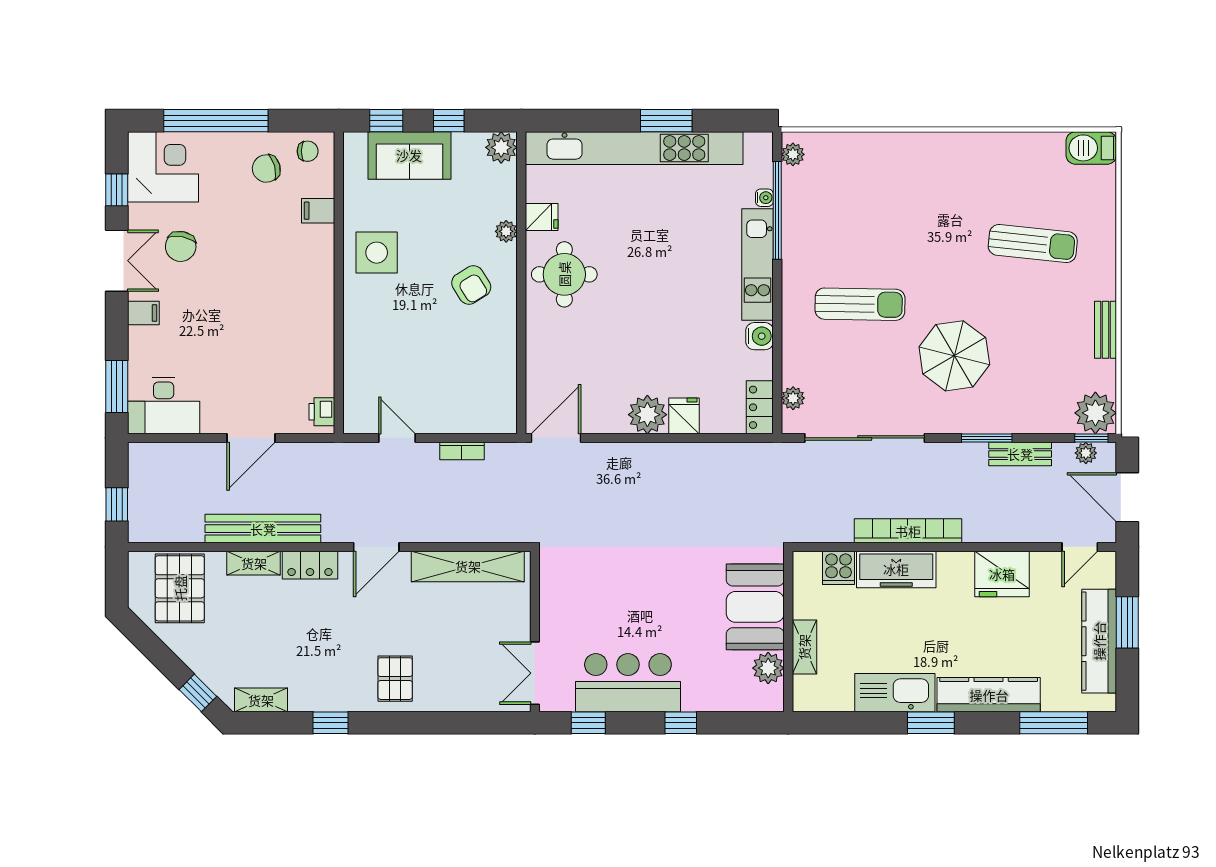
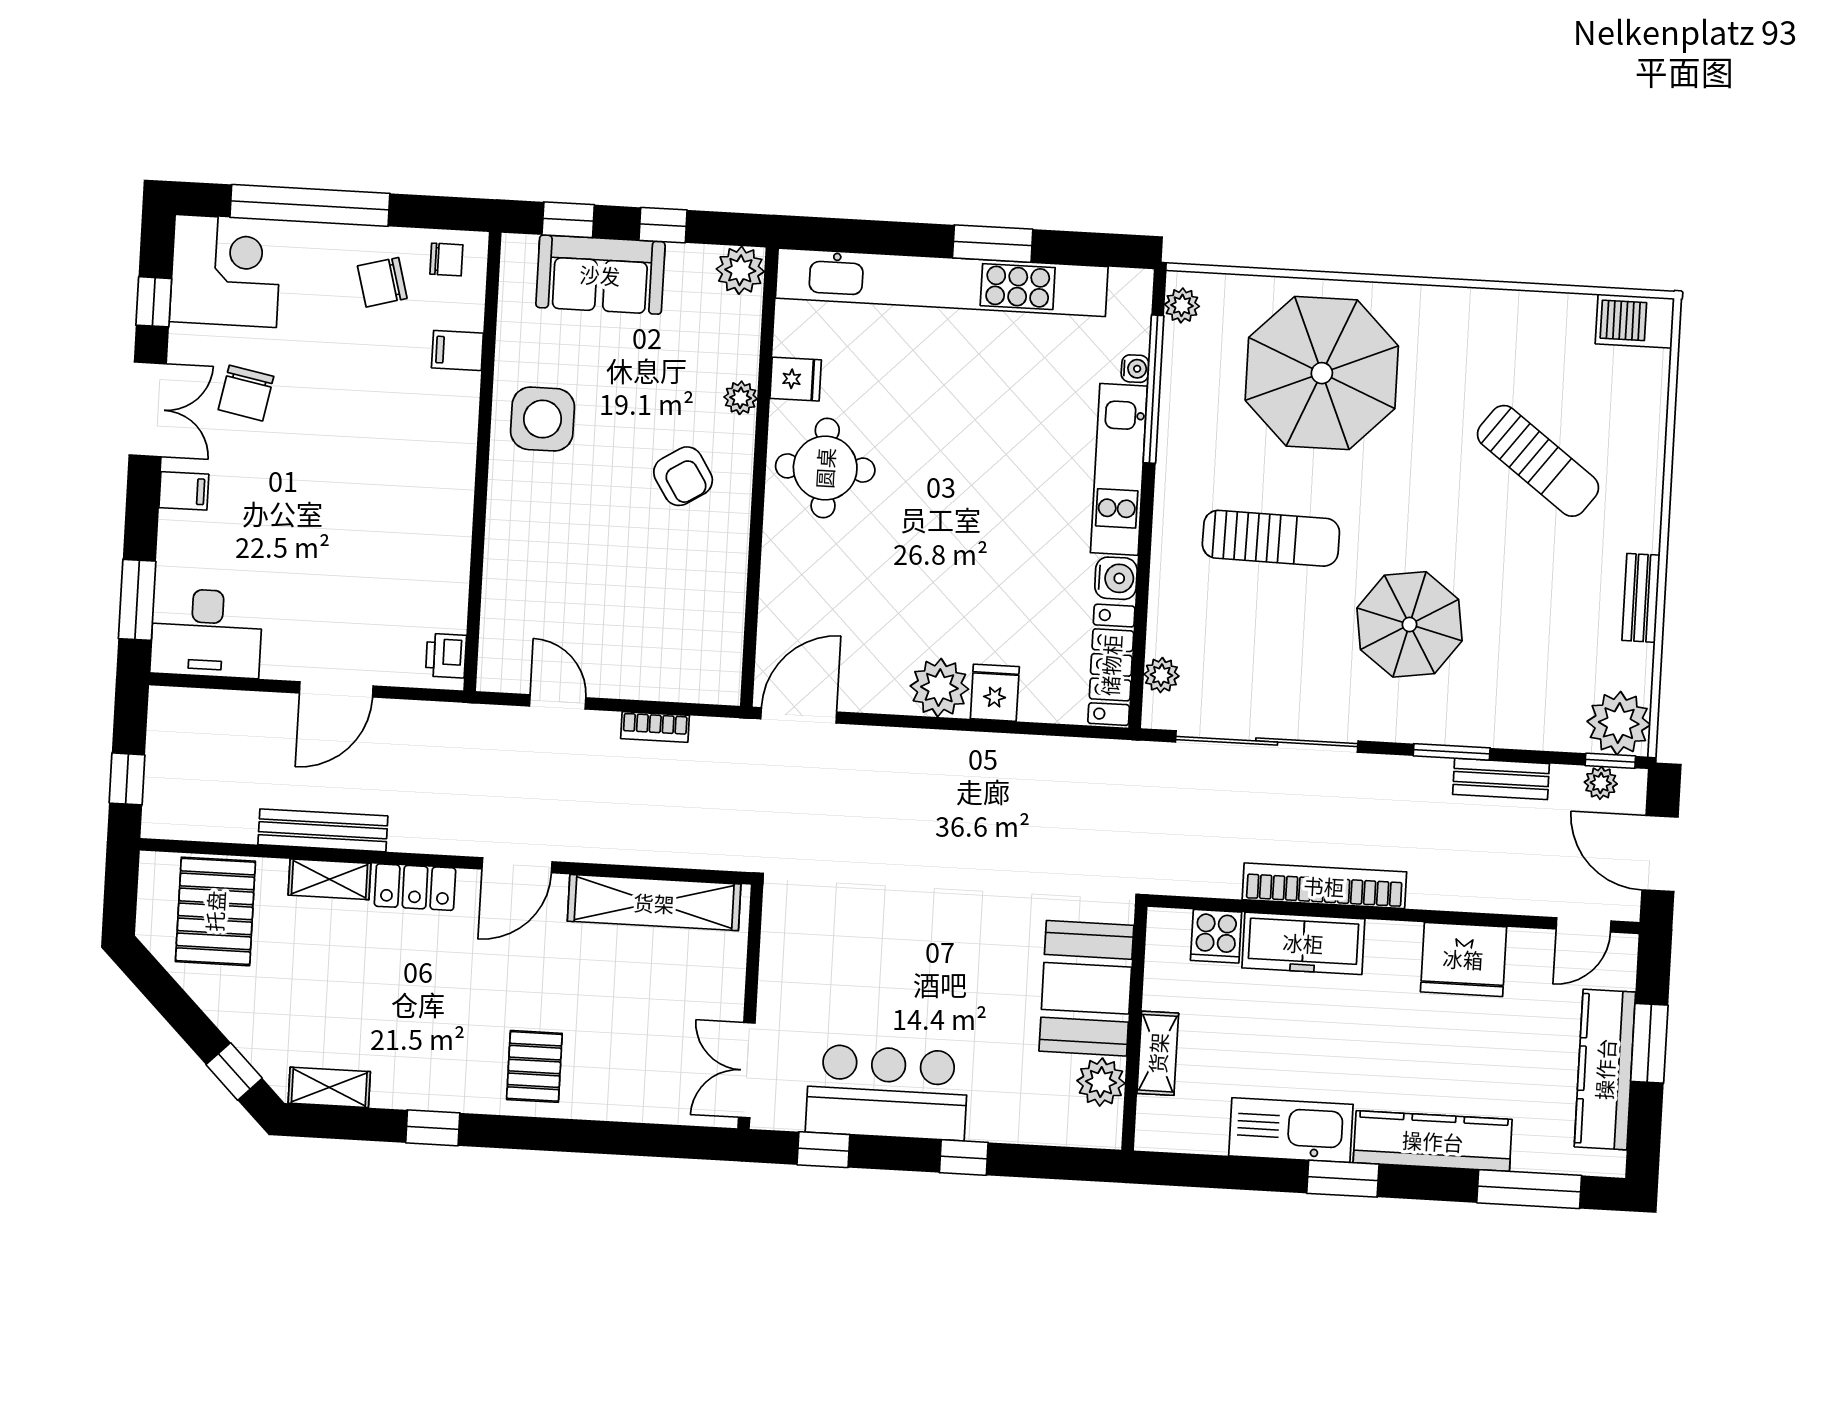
parasol: (887, 194) -> (1322, 373), added
sun lounger: (1033, 244) -> (1538, 461), turned 31
locker: (760, 407) -> (1111, 665), width x1.53
bench: (263, 529) -> (323, 830), width x0.73, depth x0.82

